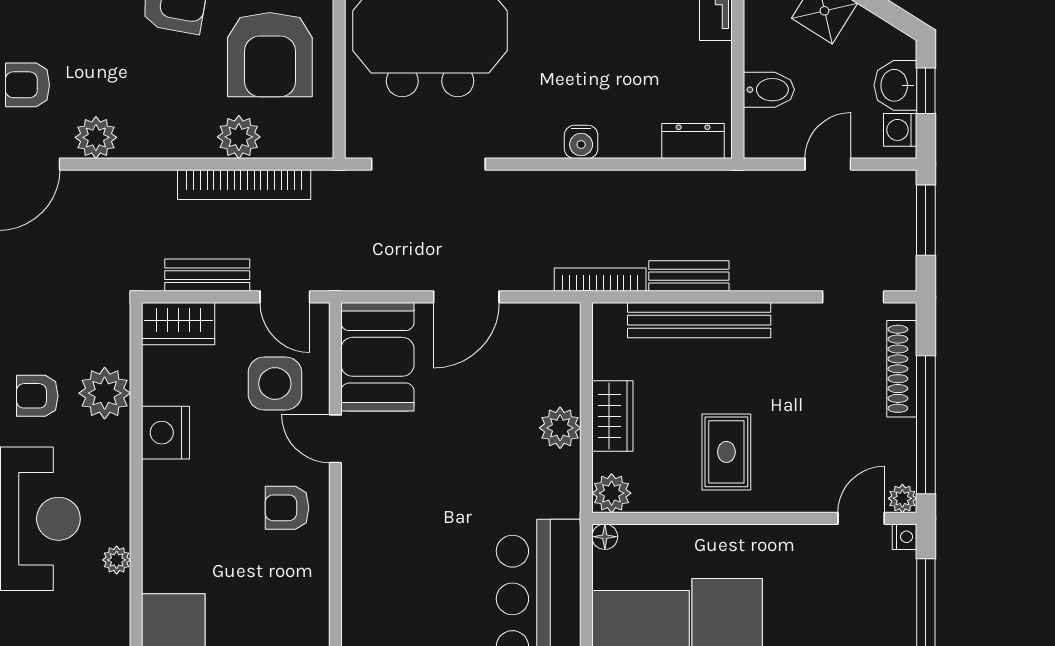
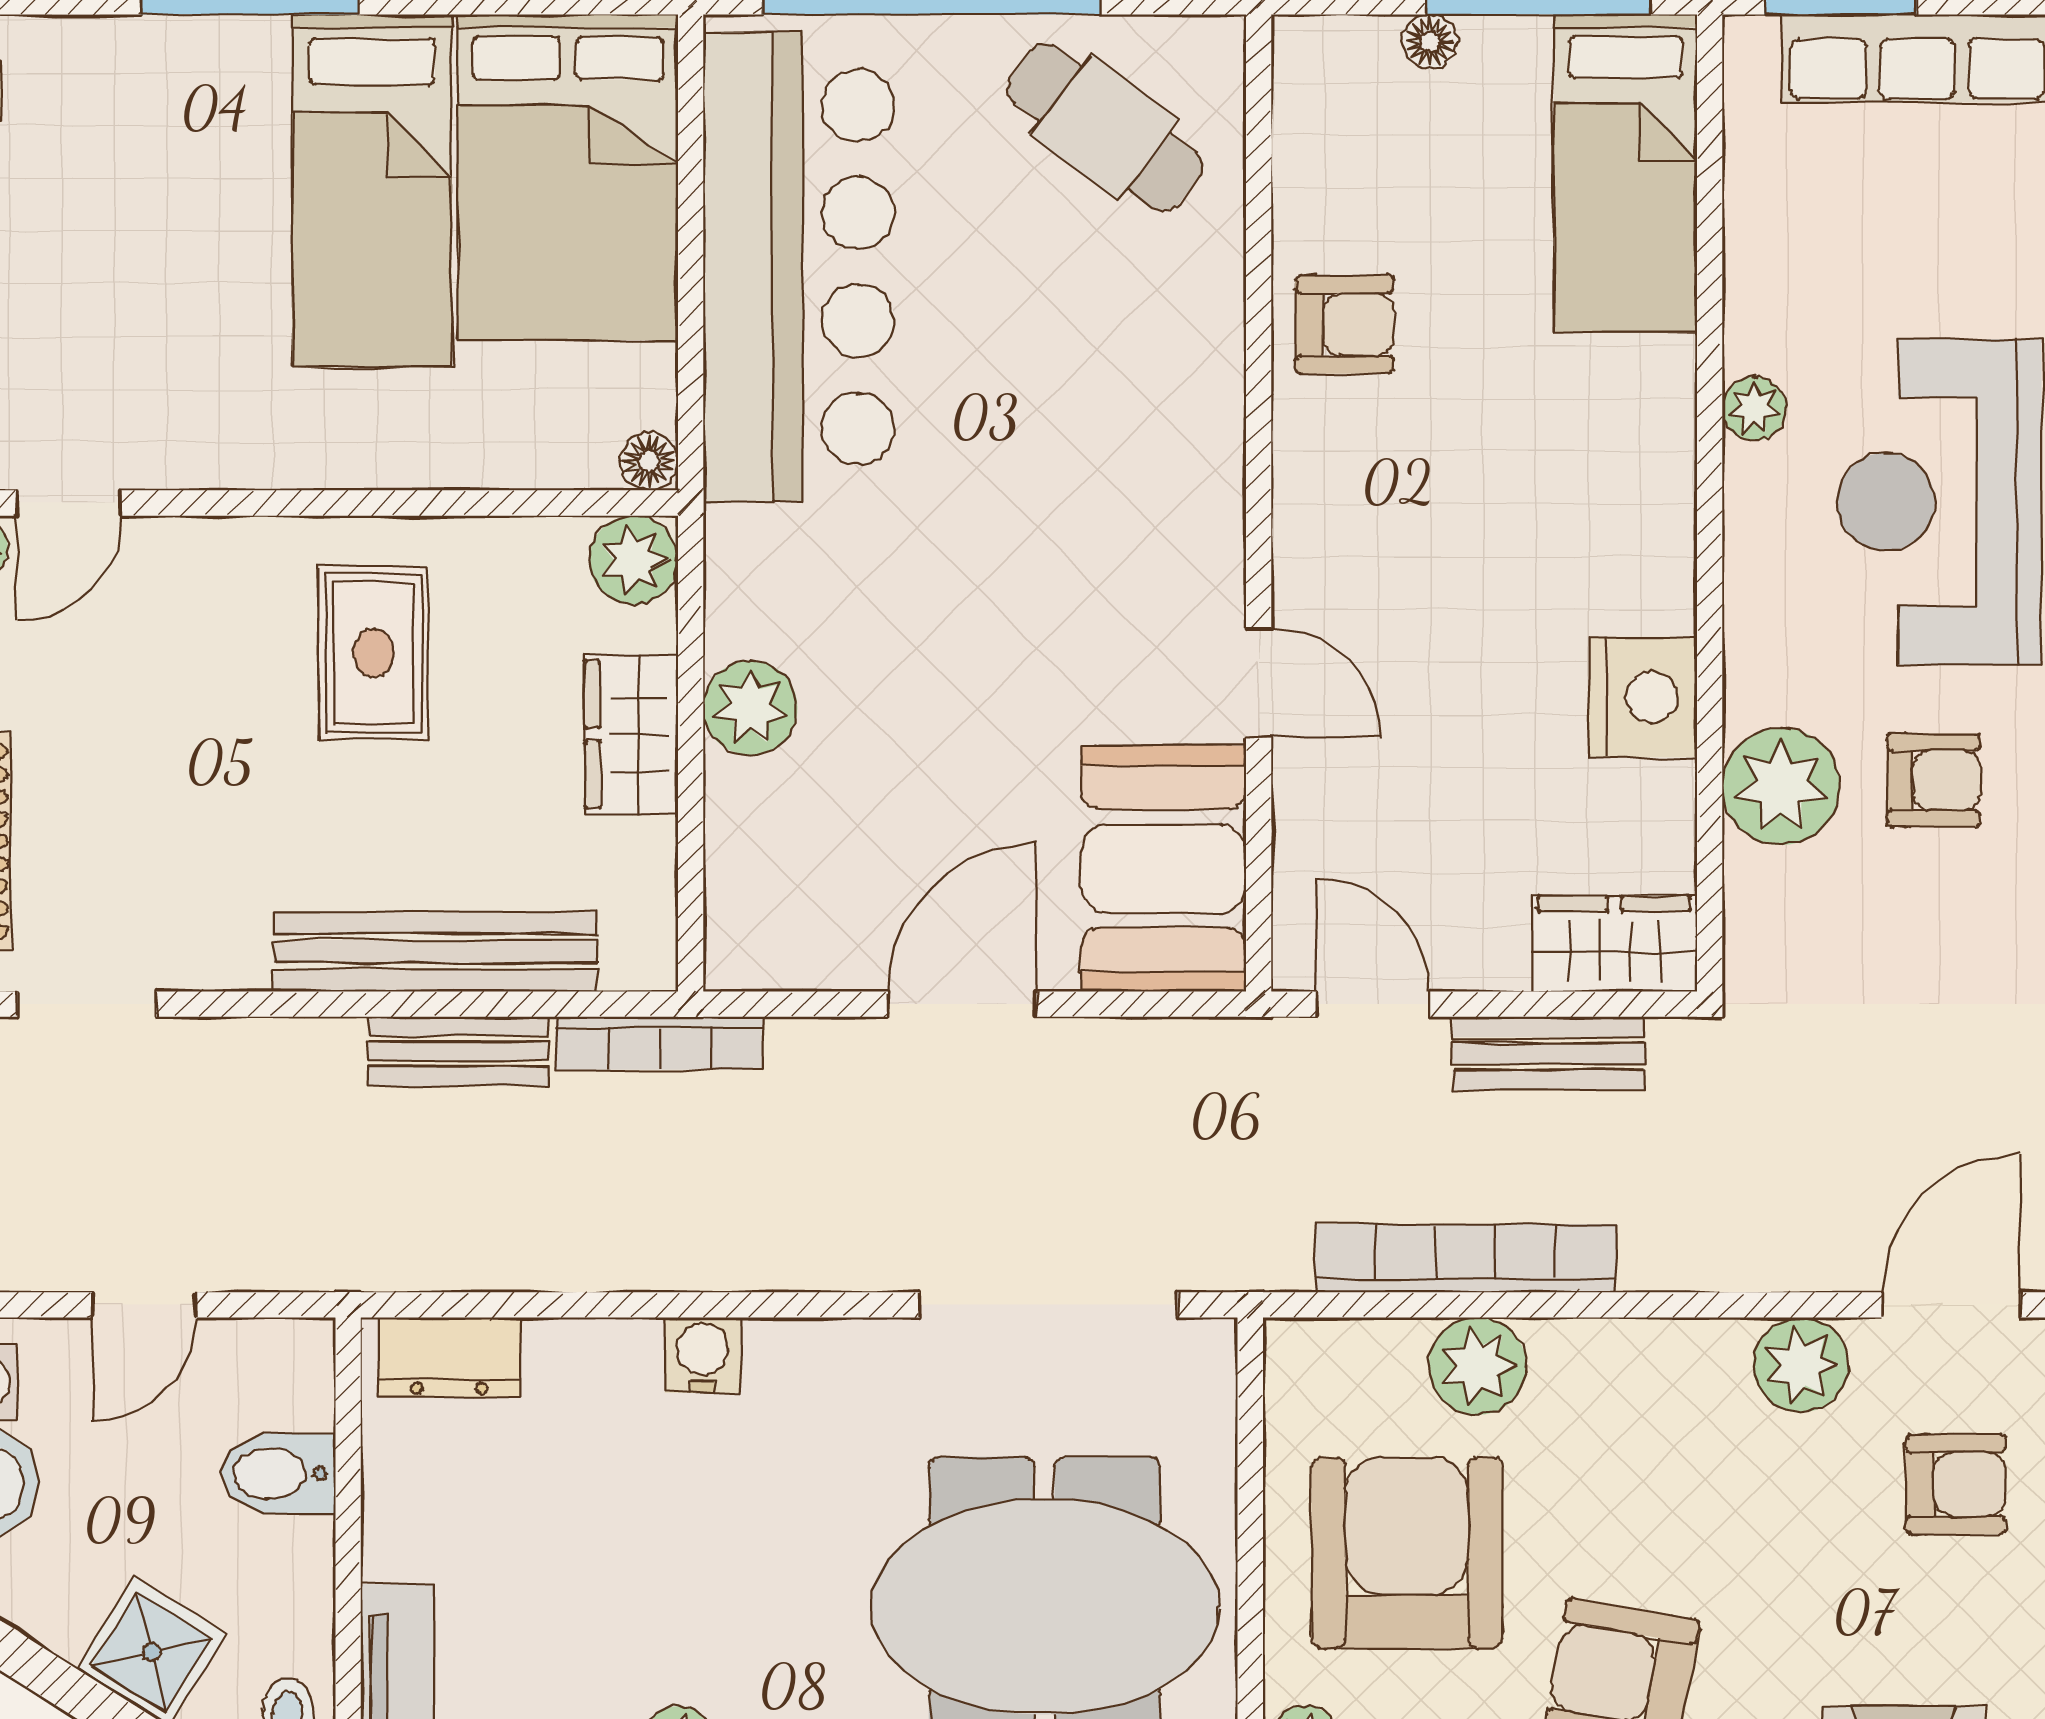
side table: (275, 384) -> (1396, 808), removed
armchair: (287, 508) -> (1344, 325), moved

